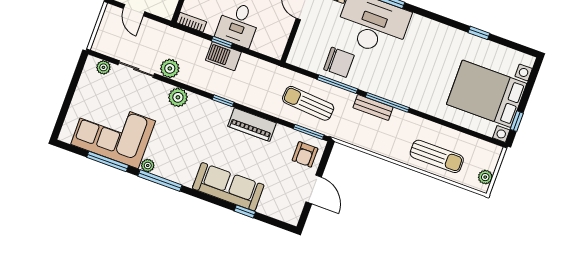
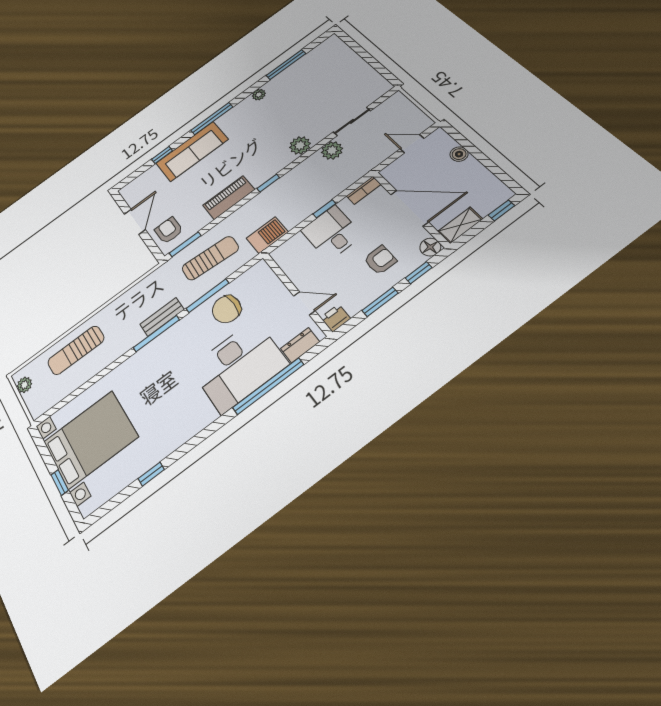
barbecue: (223, 56) -> (267, 235), moved
plant: (103, 67) -> (373, 95), removed
window: (517, 121) -> (60, 483), moved
corner sofa: (113, 133) -> (308, 79), removed
window: (160, 181) -> (212, 119), moved
door: (314, 189) -> (135, 222), swing flipped

